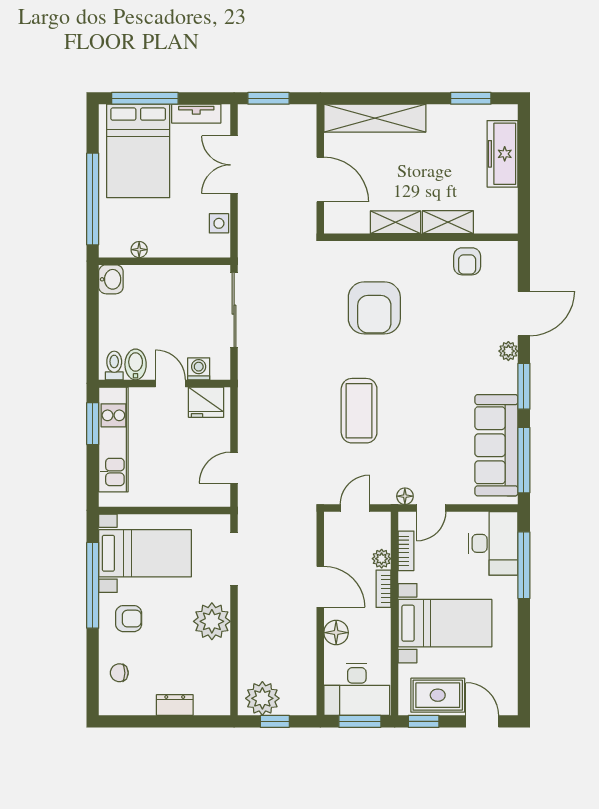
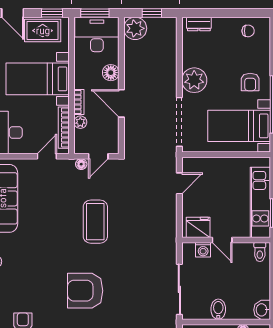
armchair: (374, 308) -> (85, 291), turned -90
bidet: (136, 364) -> (218, 309), moved, turned 180
floor lamp: (405, 496) -> (81, 164), moved
bookcase: (406, 551) -> (64, 128), width x1.56
doorway: (234, 559) -> (179, 122), width x1.36
armchair: (129, 619) -> (250, 82), turned -90
chair: (119, 673) -> (248, 31), moved
plant: (262, 698) -> (135, 28), moved
dresser: (175, 705) -> (199, 24), moved

